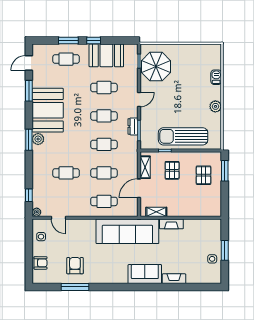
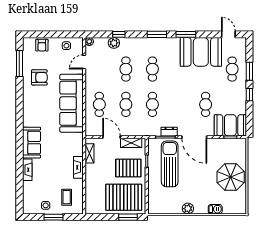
booth: (106, 55) -> (230, 125), moved, turned 90
parasol: (156, 67) -> (231, 177), moved
window: (29, 91) -> (186, 34), moved
door: (139, 100) -> (194, 137), width x1.87
booth: (48, 110) -> (201, 52), moved
cafe table: (104, 116) -> (152, 69), moved
sun lounger: (183, 136) -> (170, 164), moved
plant: (38, 139) -> (114, 43), moved
pallet: (172, 170) -> (128, 168), width x1.50, depth x1.42
pallet: (204, 175) -> (124, 197), width x2.05, depth x2.00
window: (29, 195) -> (119, 34), moved
sofa: (127, 231) -> (71, 103), moved
coffee table: (203, 236) -> (67, 197), added
window: (75, 287) -> (19, 63), moved

